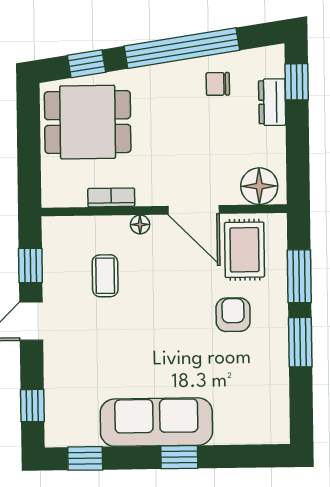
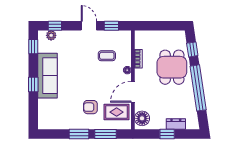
window: (297, 82) -> (167, 134), moved
chair: (218, 84) -> (183, 102), removed
dining table: (88, 122) -> (172, 67), moved
armchair: (233, 315) -> (90, 107), turned 180
plant: (56, 415) -> (51, 35), added

